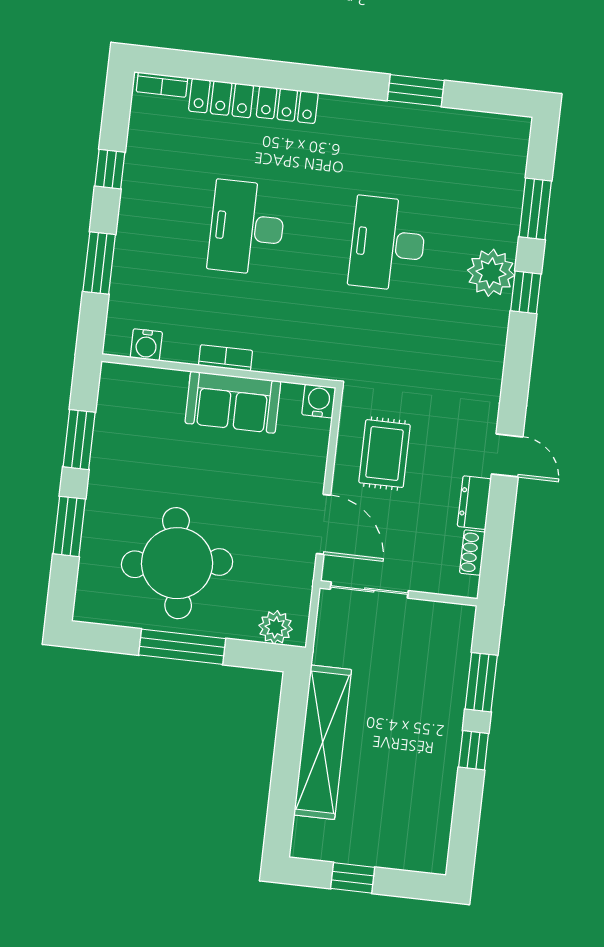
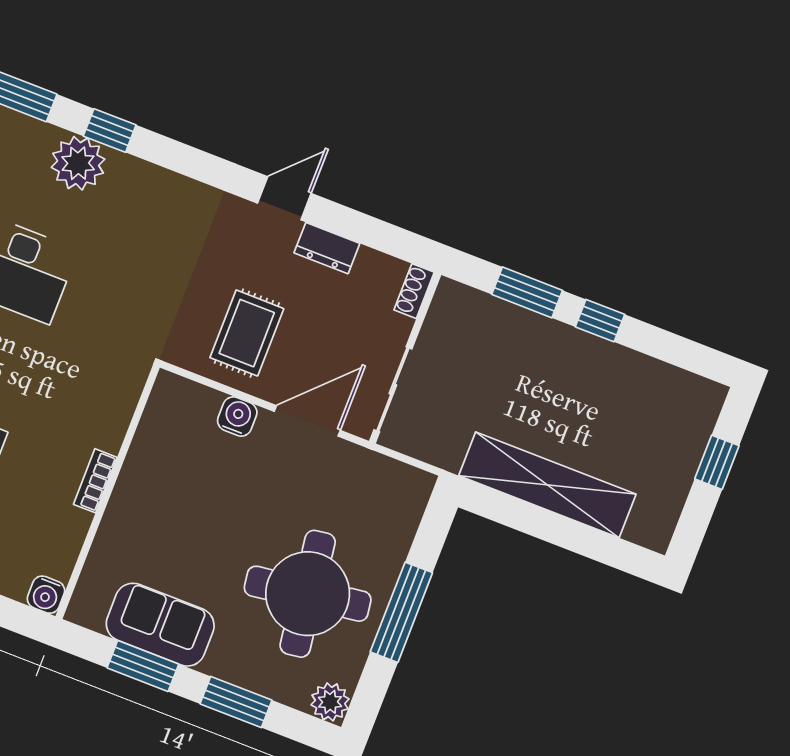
water cooler: (146, 345) -> (46, 595), moved, turned 90
water cooler: (319, 401) -> (237, 417), moved, turned 90
sofa: (233, 402) -> (160, 625), moved, turned -90
rug: (384, 454) -> (247, 333), turned 90
shoe rack: (472, 553) -> (414, 291), moved, turned 90
plant: (276, 627) -> (330, 702), moved
window: (353, 878) -> (717, 462), moved

